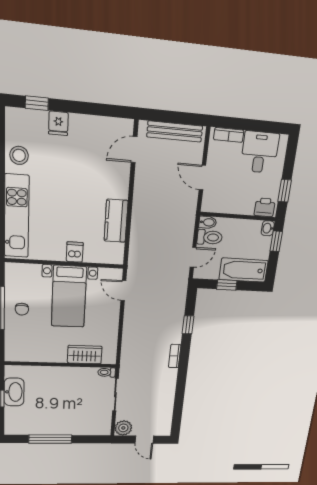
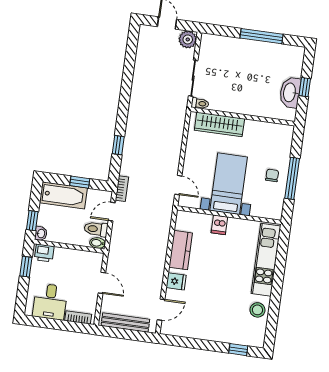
fridge: (58, 123) -> (176, 281), moved, turned 90
wardrobe: (85, 355) -> (219, 124), width x1.50
bookcase: (175, 356) -> (122, 189), moved

